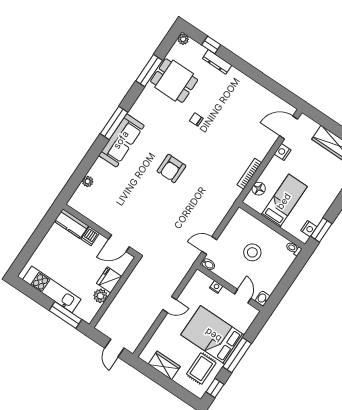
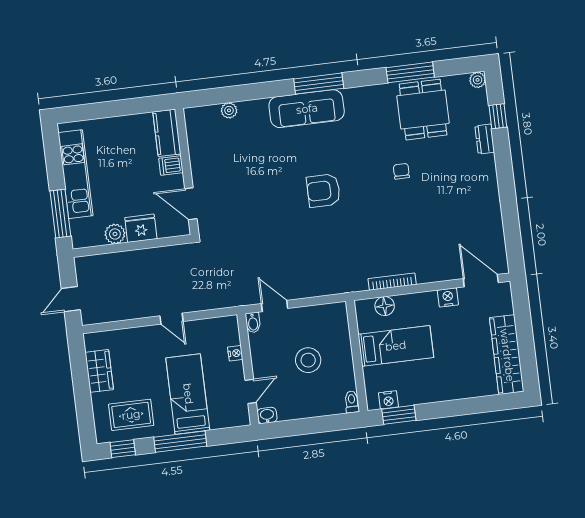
dresser: (217, 62) -> (485, 139), width x0.70
bed: (213, 335) -> (188, 394), width x0.67

